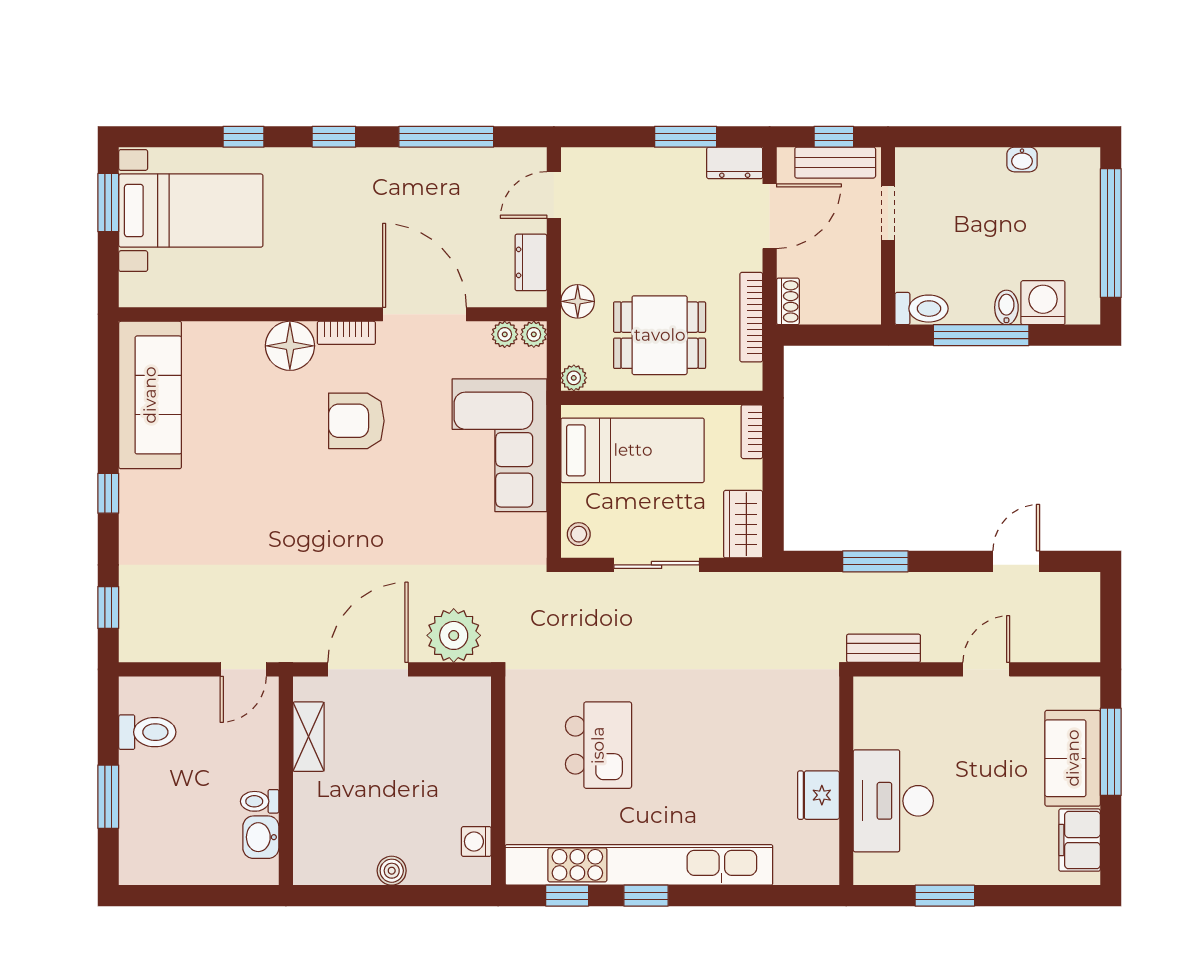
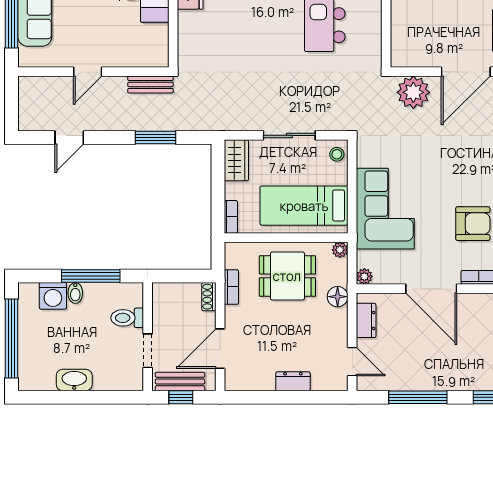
window: (686, 137) -> (271, 397), removed
washbasin: (1022, 159) -> (74, 380), width x1.91, depth x1.45
dresser: (735, 163) -> (293, 381), moved
door: (554, 195) -> (352, 362), hinge flipped
toilet: (922, 309) -> (127, 318), moved
bookcase: (751, 317) -> (231, 287), width x0.64
plant: (505, 334) -> (382, 276), removed

